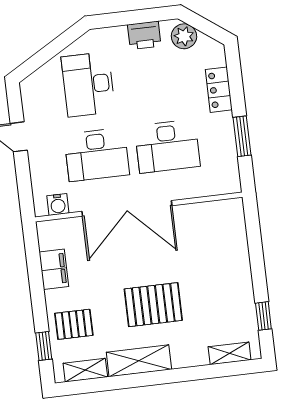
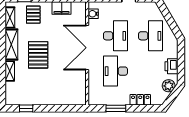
desk: (88, 84) -> (151, 36), turned 90
desk: (97, 155) -> (115, 36), turned 180
shelving: (230, 353) -> (10, 71), moved

